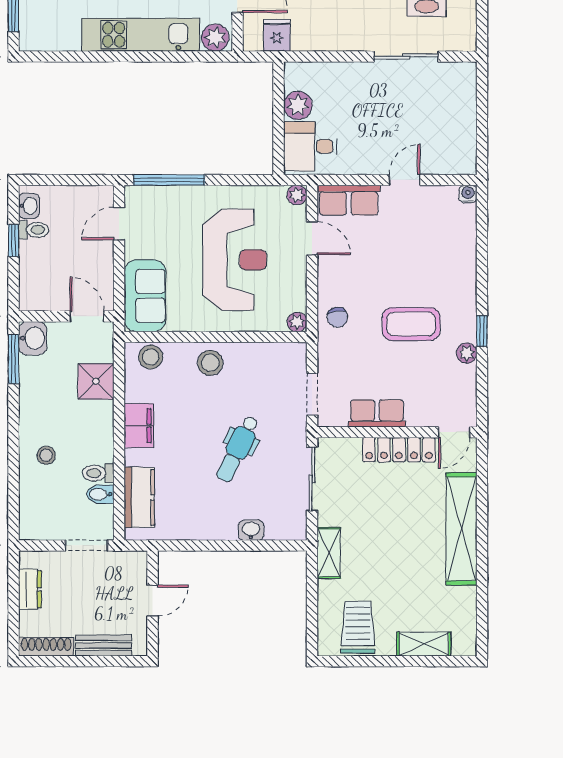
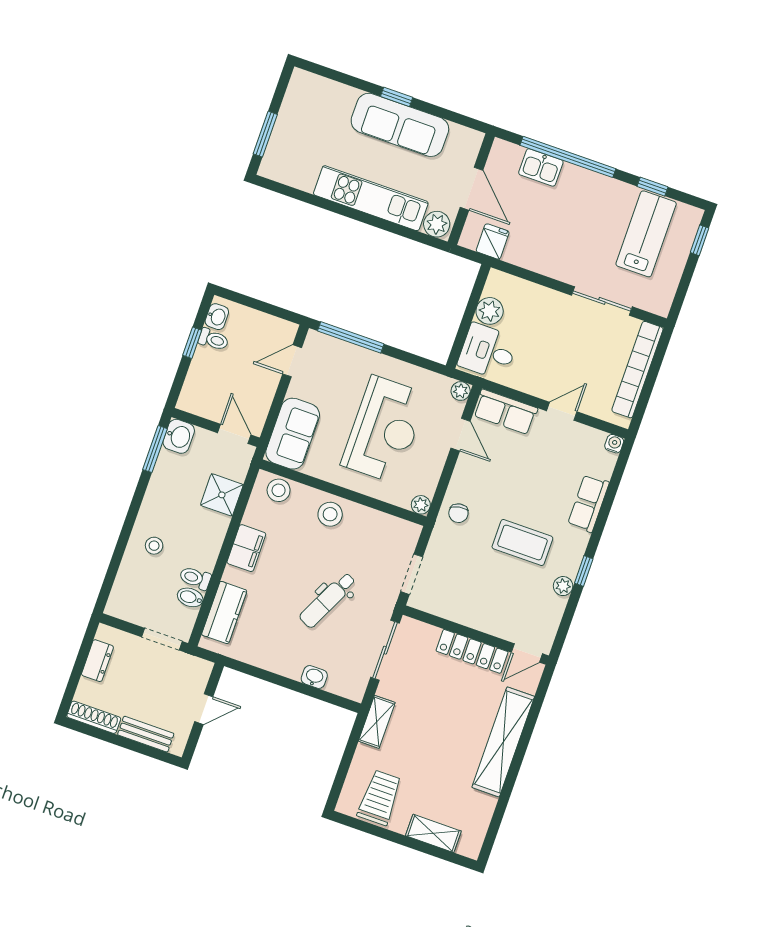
bookcase: (465, 112) -> (638, 370), added
row of seats: (377, 413) -> (588, 503), moved, turned -90

